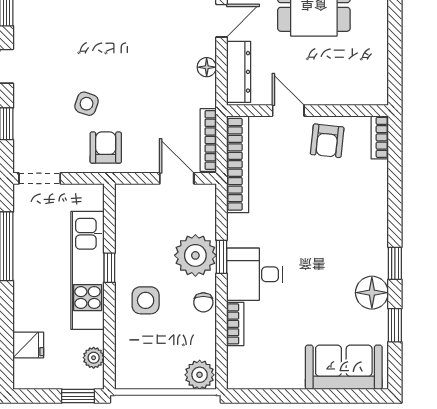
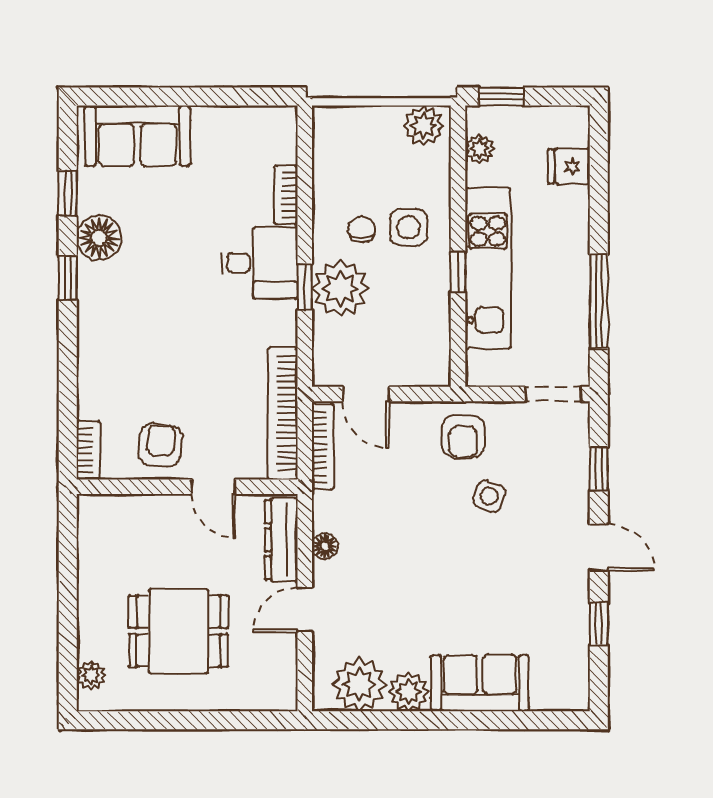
chair: (203, 302) -> (362, 229), moved
plant: (200, 375) -> (423, 126), moved

